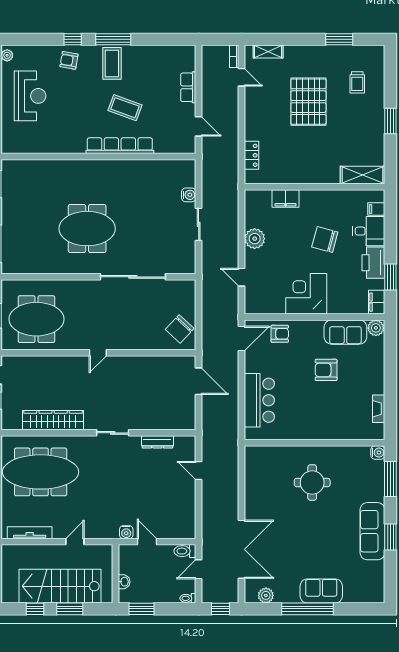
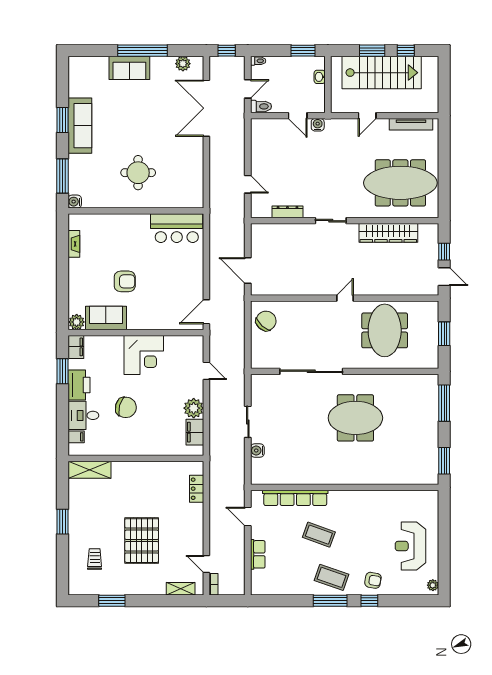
coffee table: (112, 63) -> (331, 577), turned -71
row of seats: (120, 146) -> (295, 498), moved
filing cabinet: (285, 198) -> (195, 432), moved, turned -90
meeting table: (36, 319) -> (385, 330), moved, turned 90
armchair: (280, 334) -> (169, 316), removed
bar counter: (259, 400) -> (177, 228), moved, turned -90

